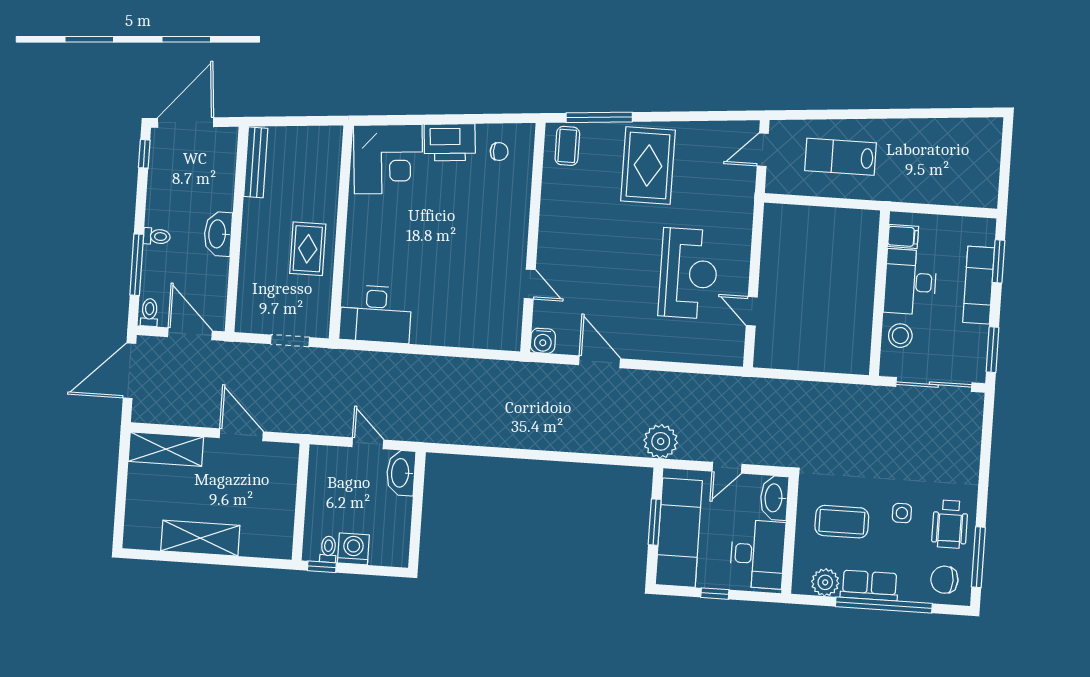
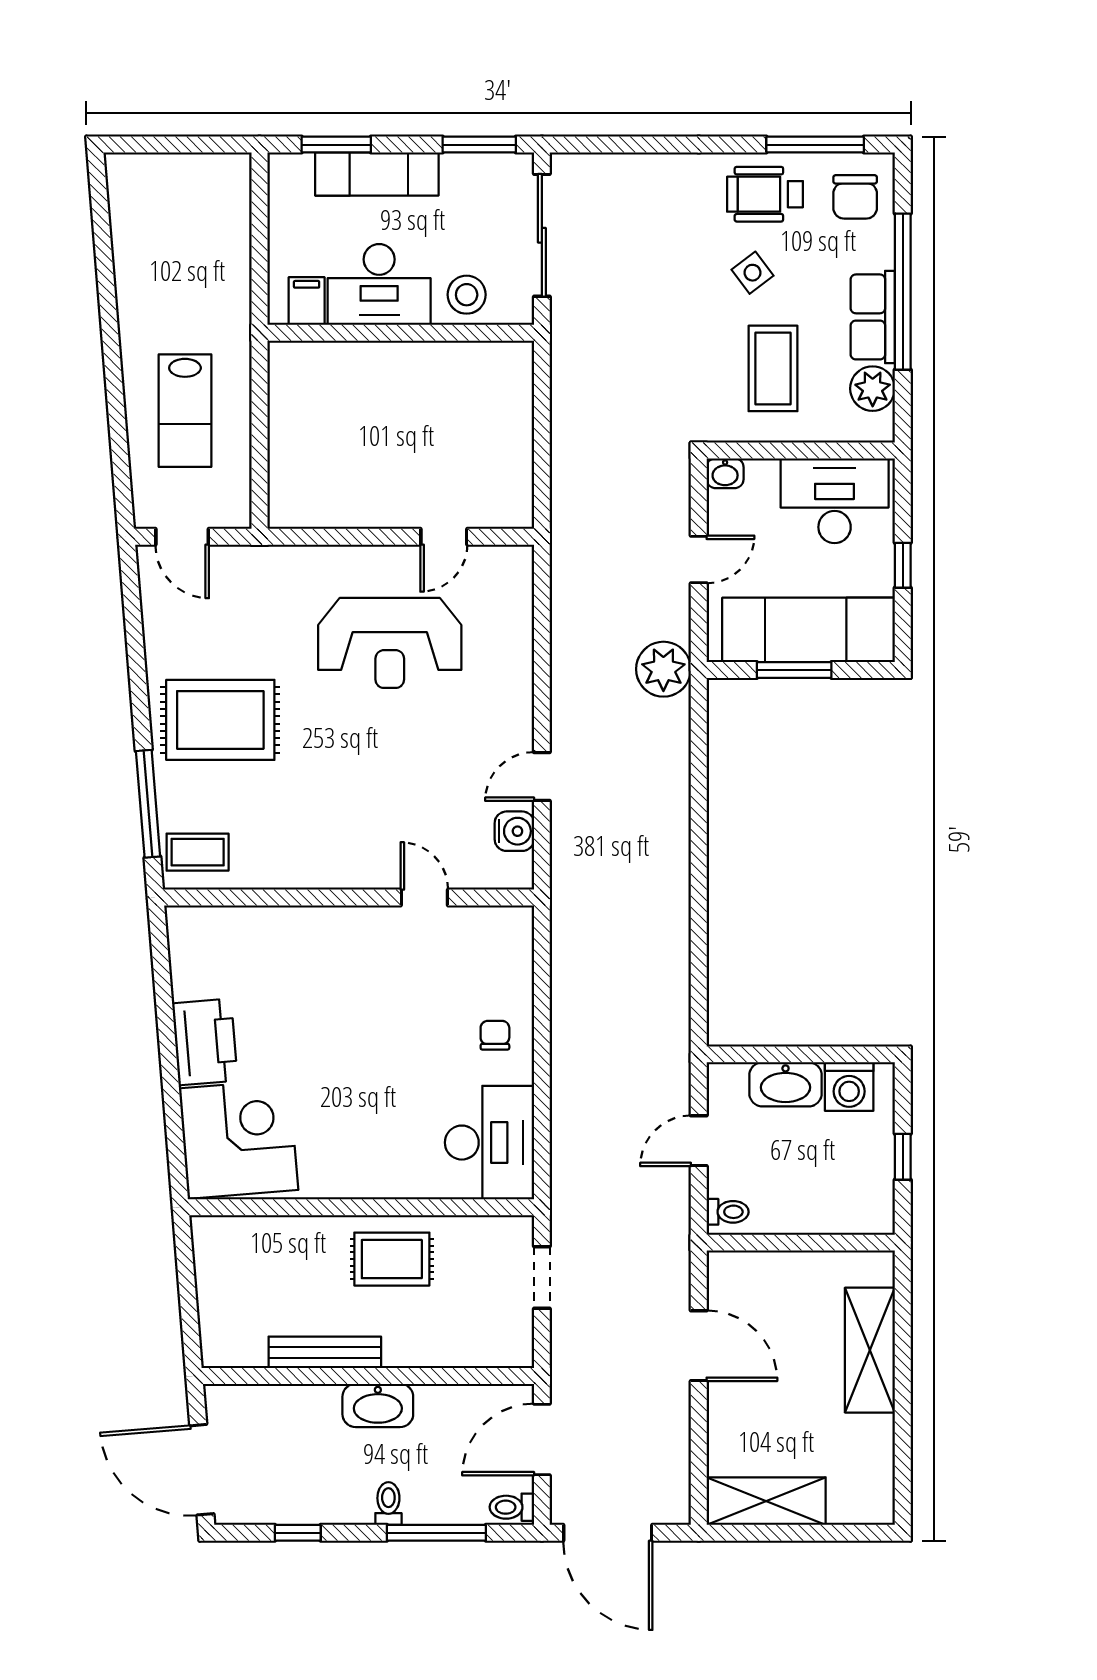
chair: (499, 152) -> (495, 1035), moved
window: (144, 154) -> (298, 1533), moved
bench: (256, 162) -> (325, 1352), moved
reception desk: (688, 273) -> (390, 643), turned 180
door: (530, 284) -> (424, 898), hinge flipped
water cooler: (543, 341) -> (514, 831), moved
door: (600, 362) -> (542, 776), width x0.73
door: (241, 435) -> (699, 1346), swing flipped
shelving: (166, 449) -> (766, 1501), moved, turned 90
door: (727, 468) -> (699, 559), hinge flipped
washbasin: (401, 473) -> (786, 1084), moved
washbasin: (774, 498) -> (725, 473), width x0.52, depth x0.69
side table: (902, 513) -> (752, 273), turned -37
wheelchair: (950, 524) -> (765, 194), turned 180
shelving: (200, 538) -> (870, 1350), moved
toilet: (328, 549) -> (728, 1212), moved, turned 180
washing machine: (353, 549) -> (849, 1087), moved, turned -90
window: (322, 567) -> (903, 1157), moved

